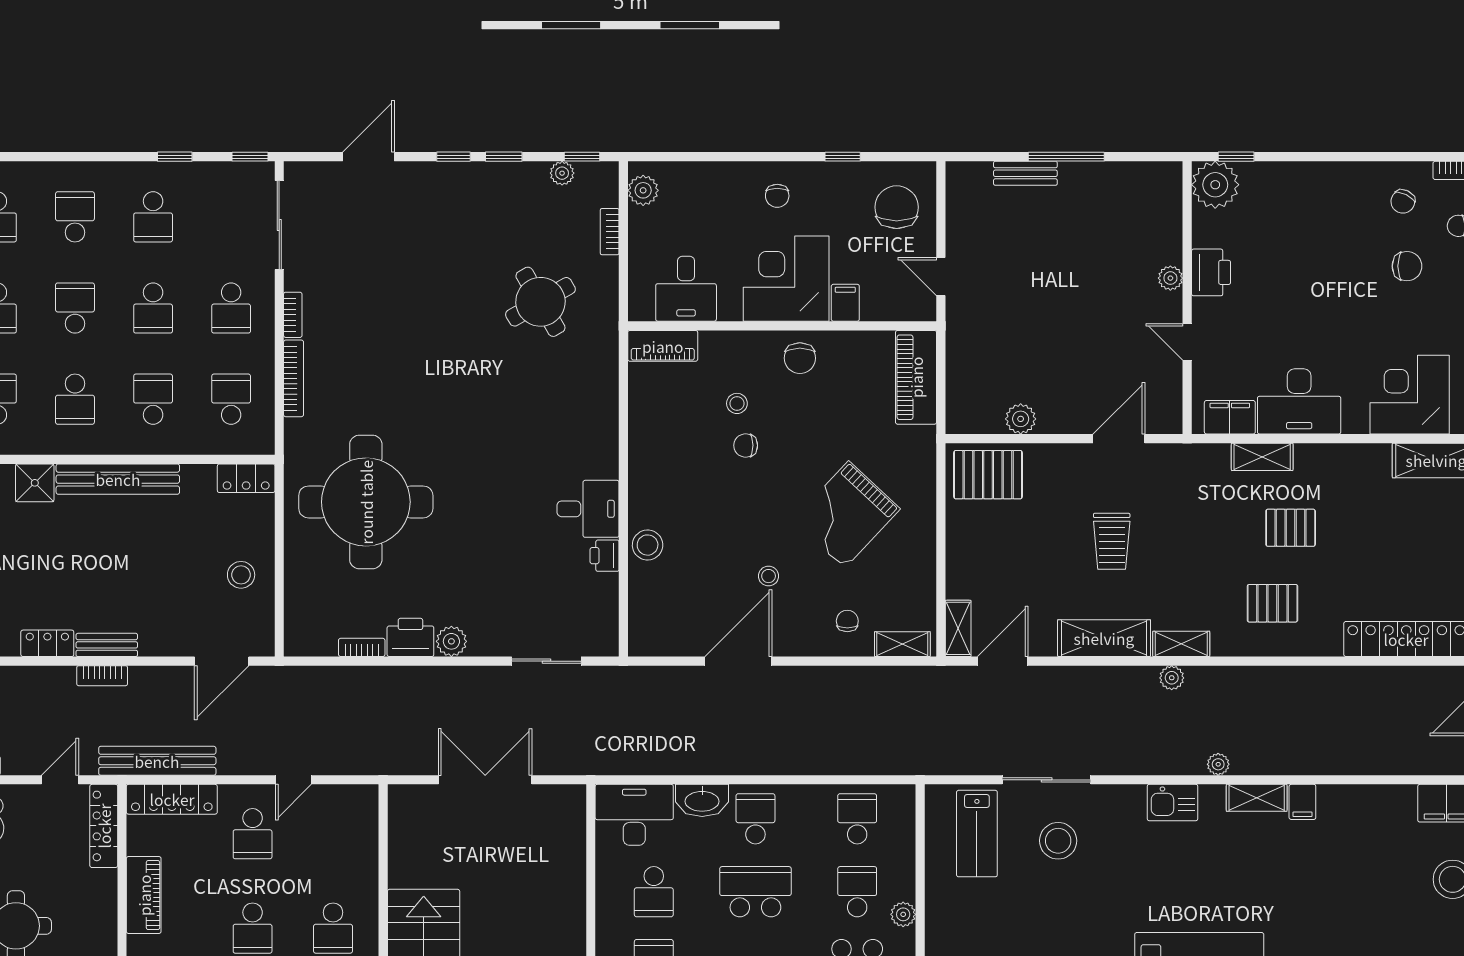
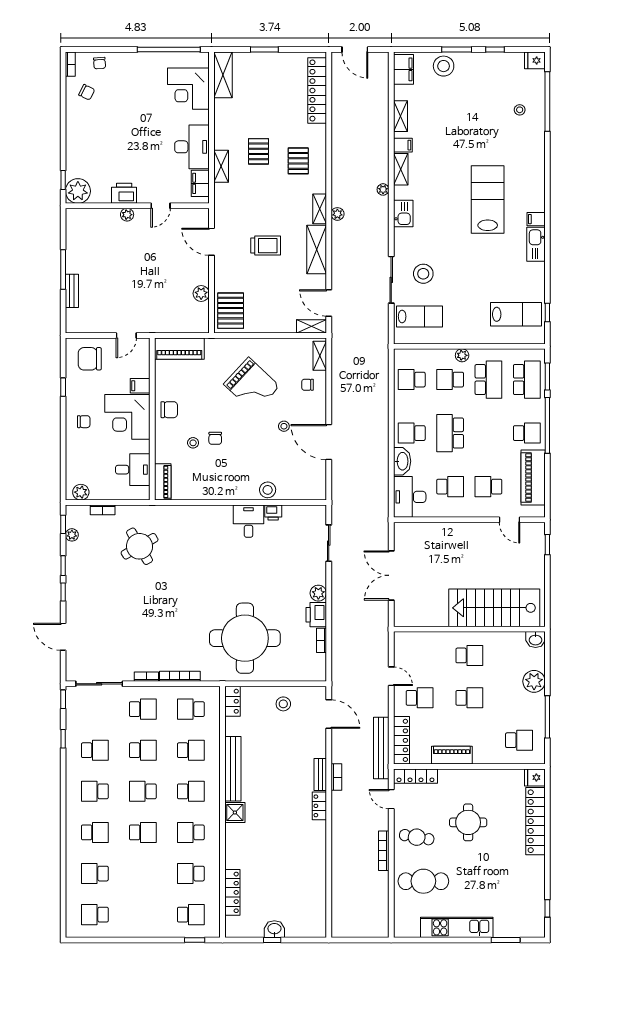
chair: (1407, 266) -> (121, 90), removed
school desk: (153, 399) -> (191, 750), turned 180
shelving: (1358, 797) -> (400, 116), added

